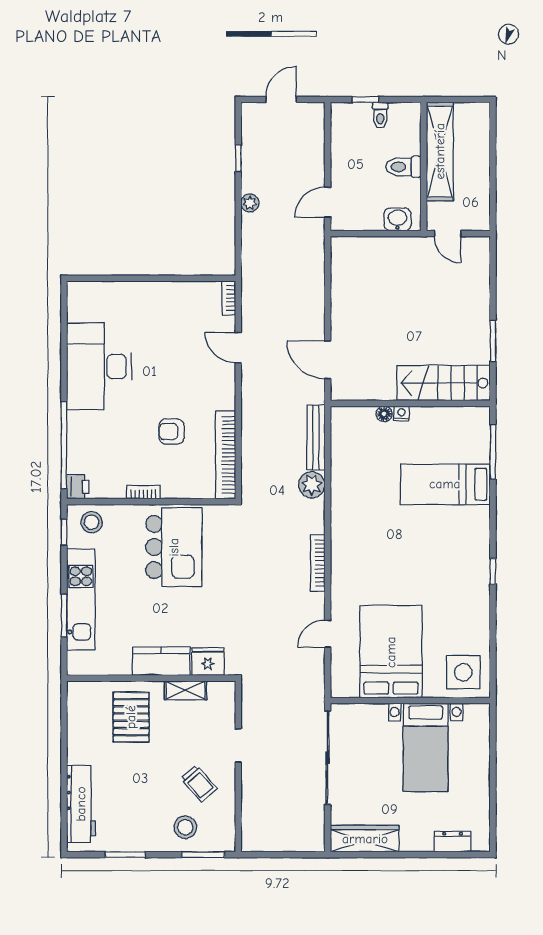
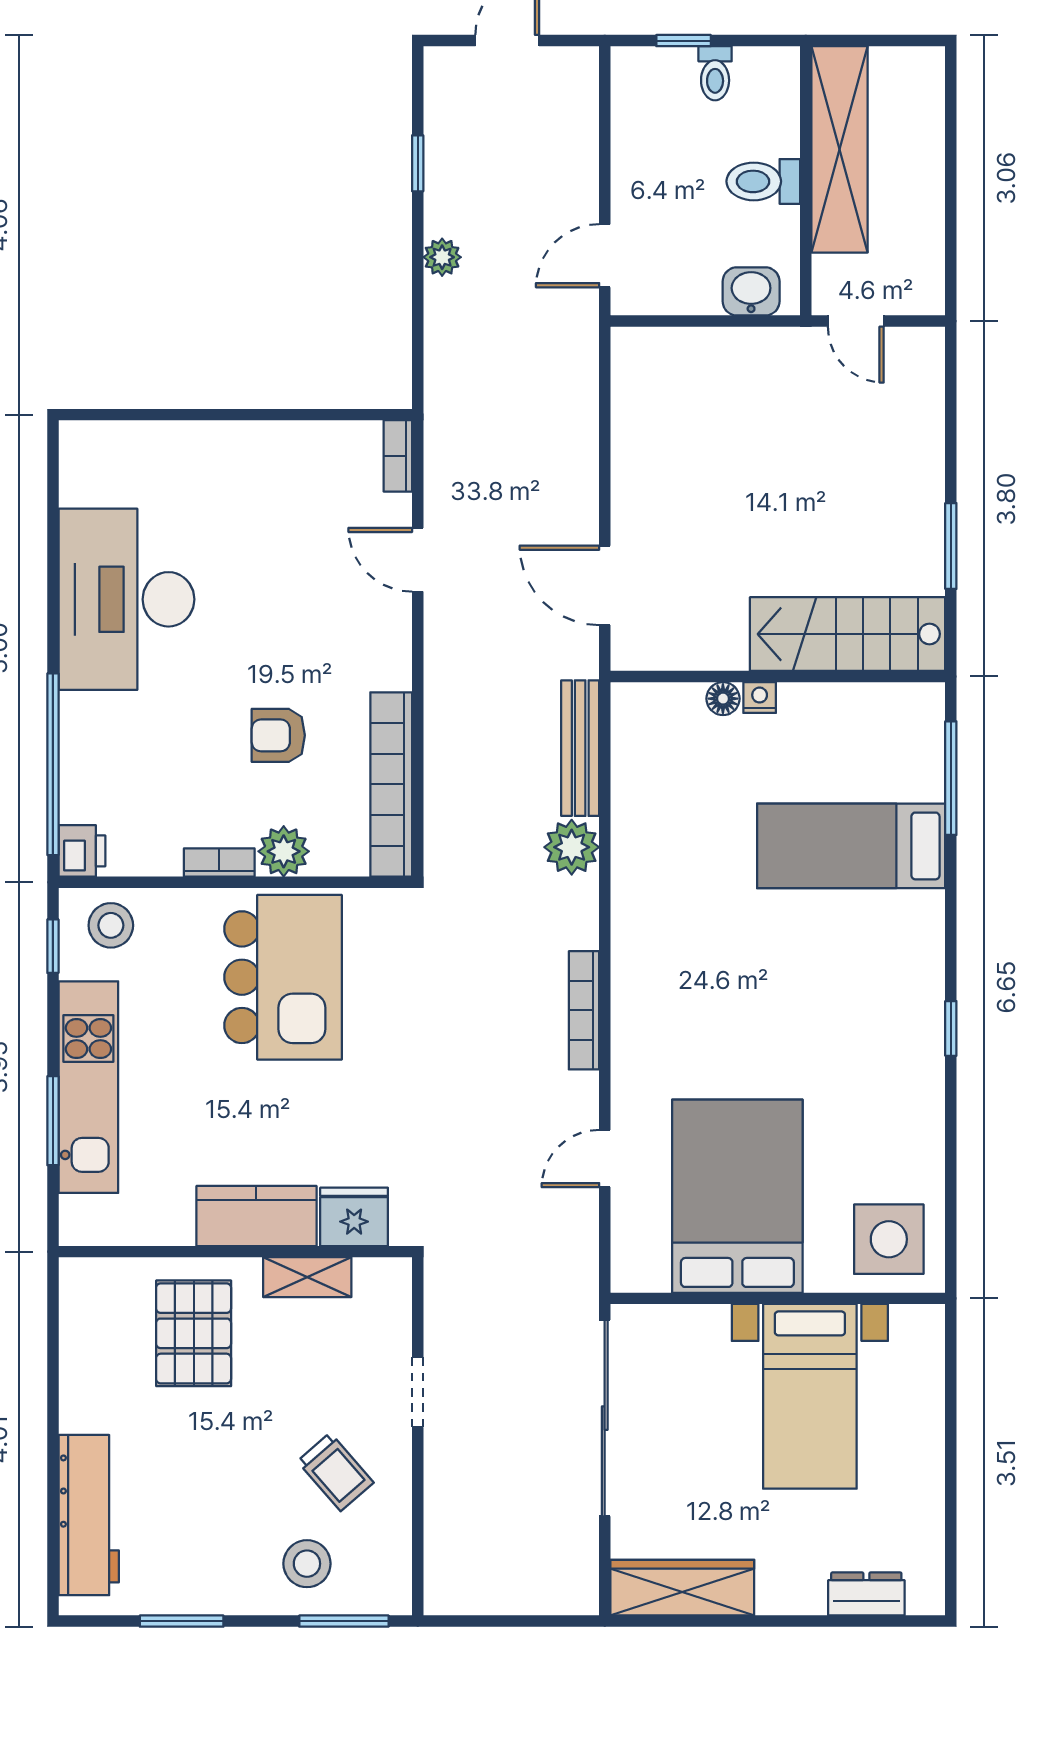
plant: (174, 487) -> (284, 851), added

